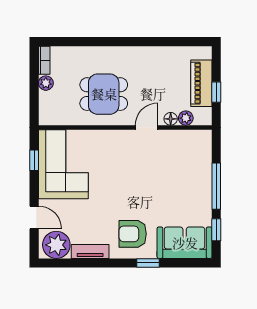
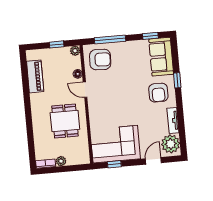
piano: (201, 83) -> (35, 76), moved, turned -90
plant: (186, 118) -> (75, 51), moved
armchair: (188, 153) -> (100, 60), added
window: (216, 186) -> (110, 40), moved

